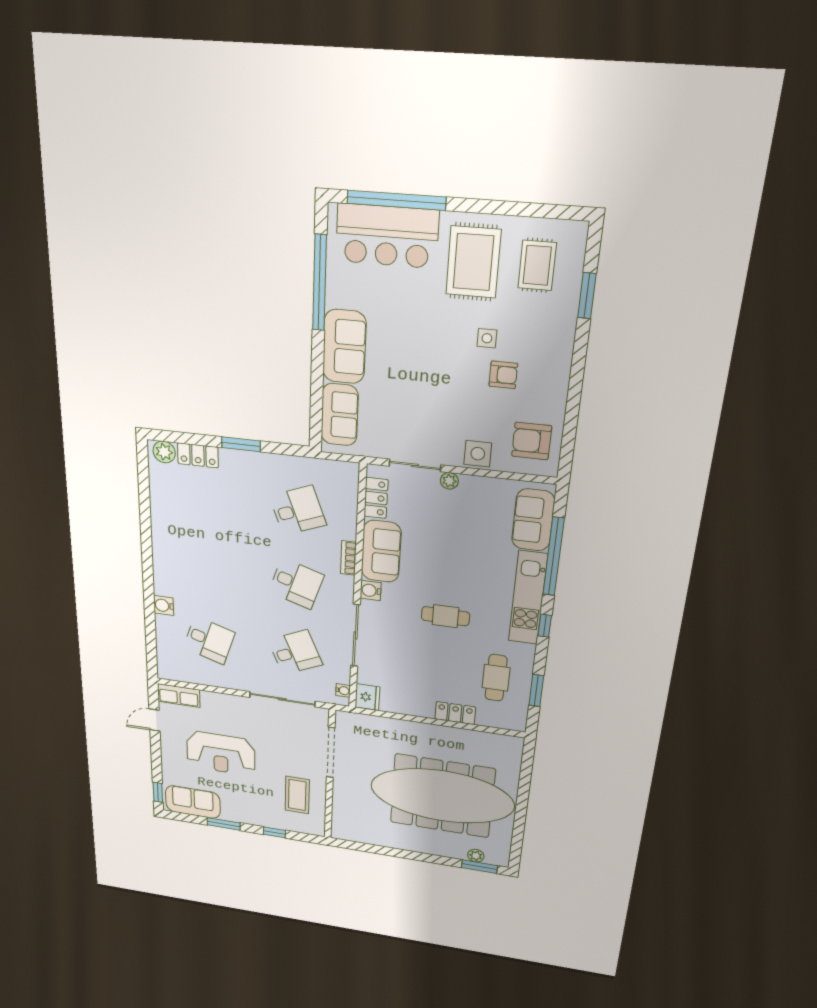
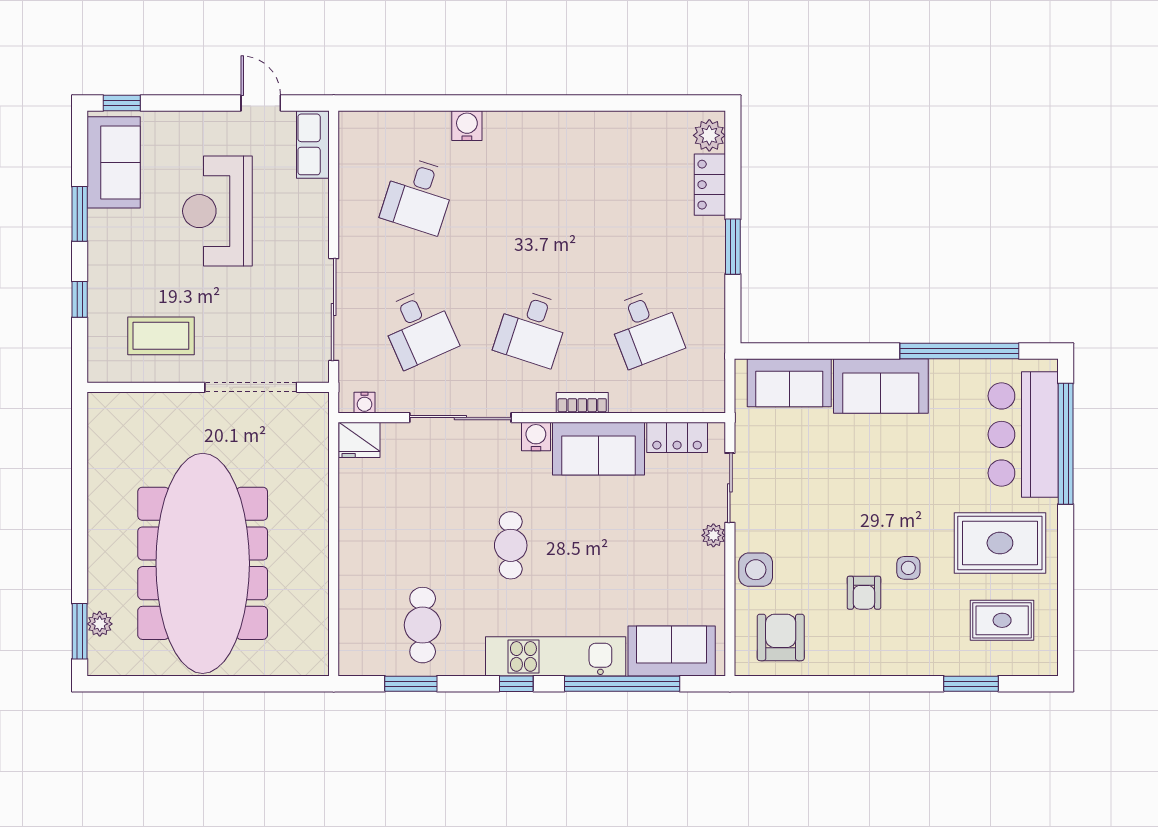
cafe table: (496, 678) -> (423, 625), turned 90
locker: (455, 713) -> (354, 571), removed

